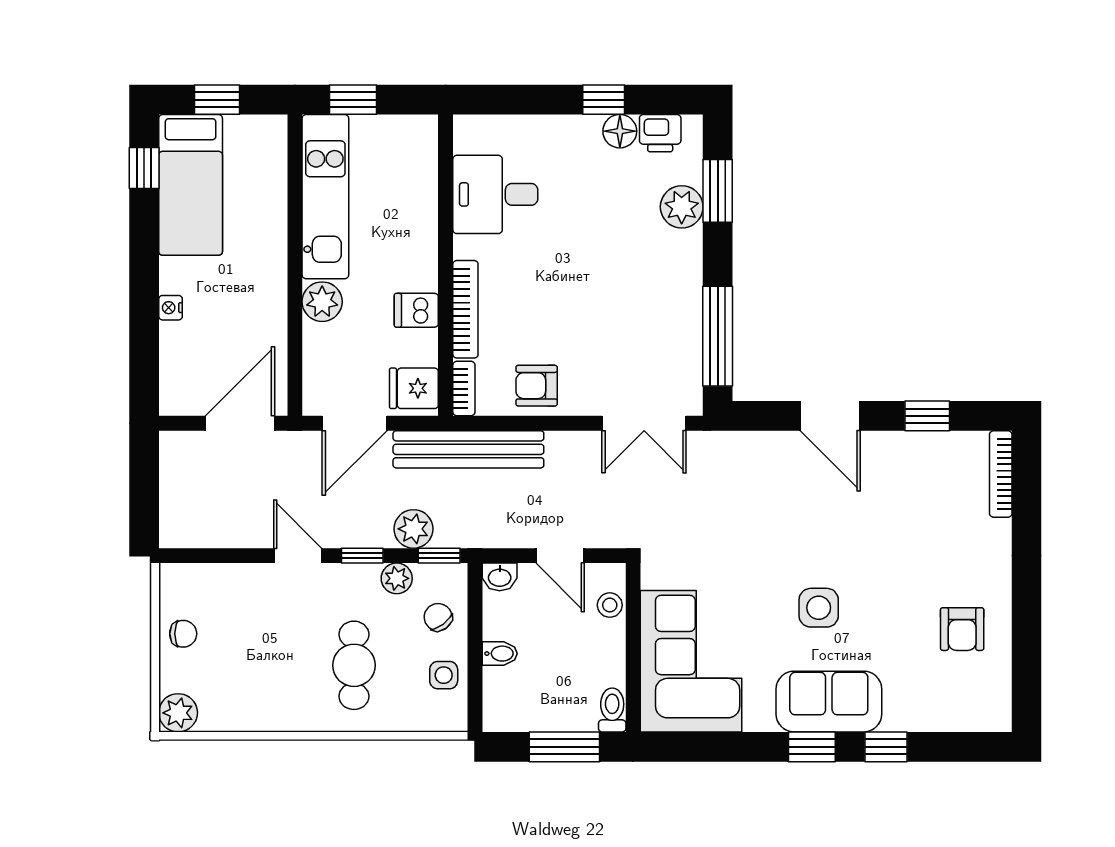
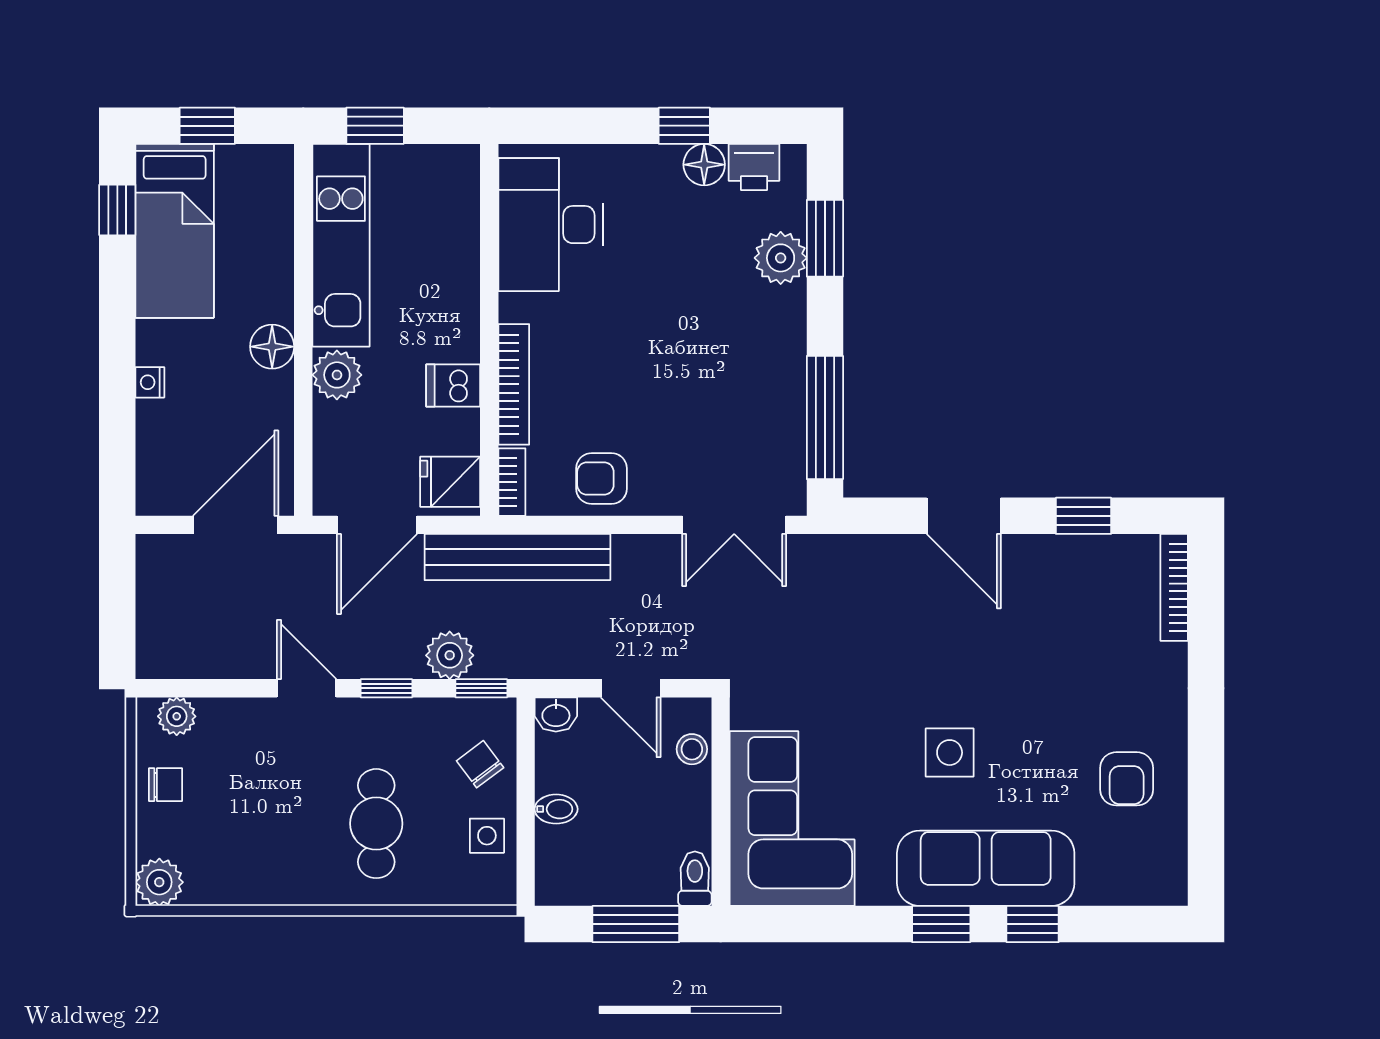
desk: (495, 194) -> (551, 225), width x1.37
floor lamp: (270, 279) -> (272, 347), added
plant: (397, 578) -> (177, 716), moved
sofa: (829, 702) -> (986, 868), width x1.36

